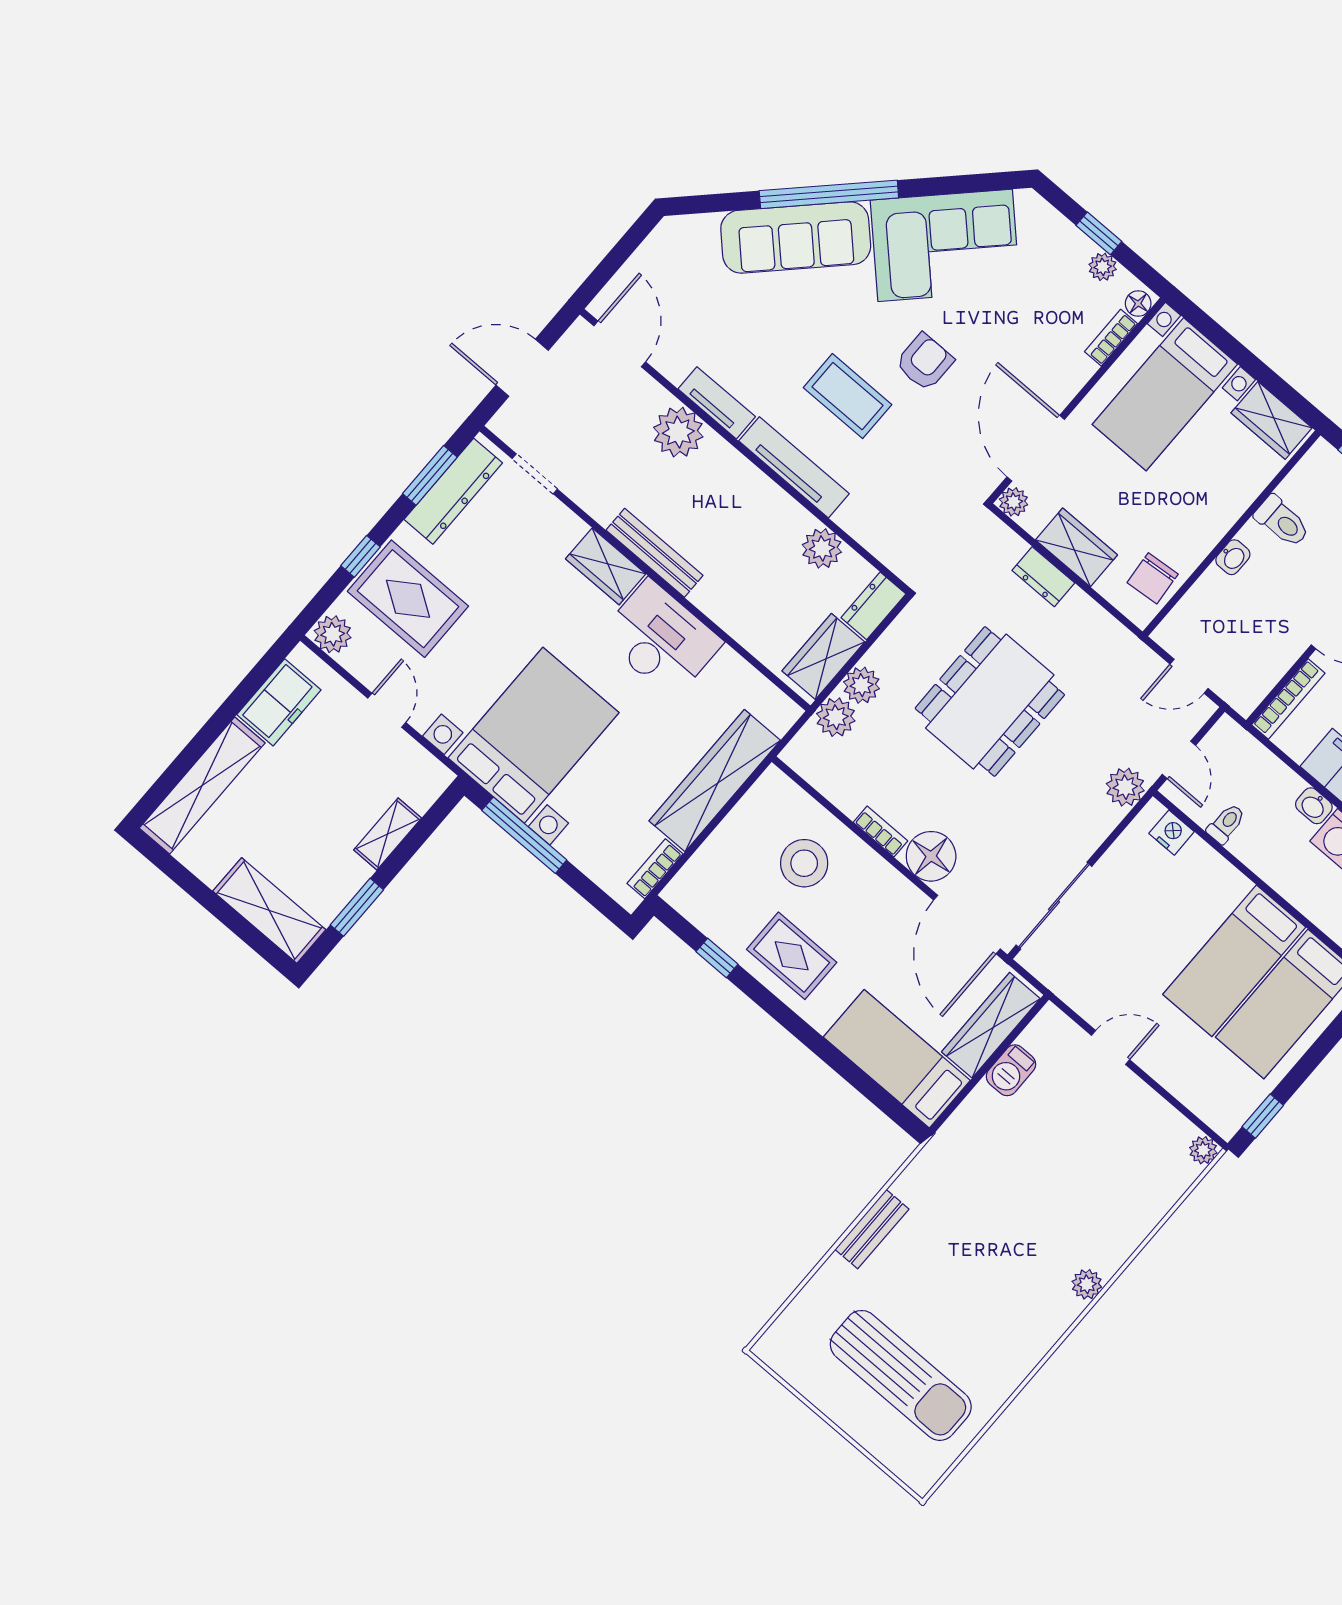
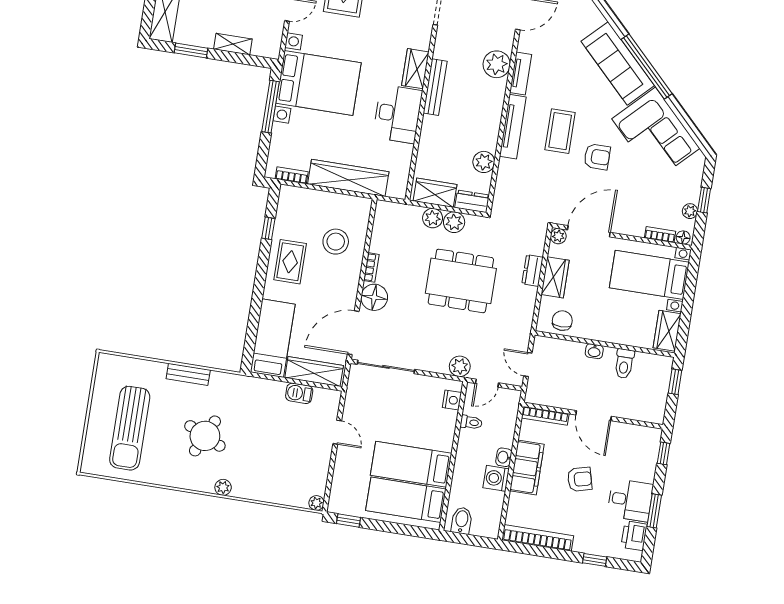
chair: (1153, 578) -> (562, 321), turned 95
plant: (836, 717) -> (454, 222), moved
round table: (987, 1263) -> (205, 436), added

